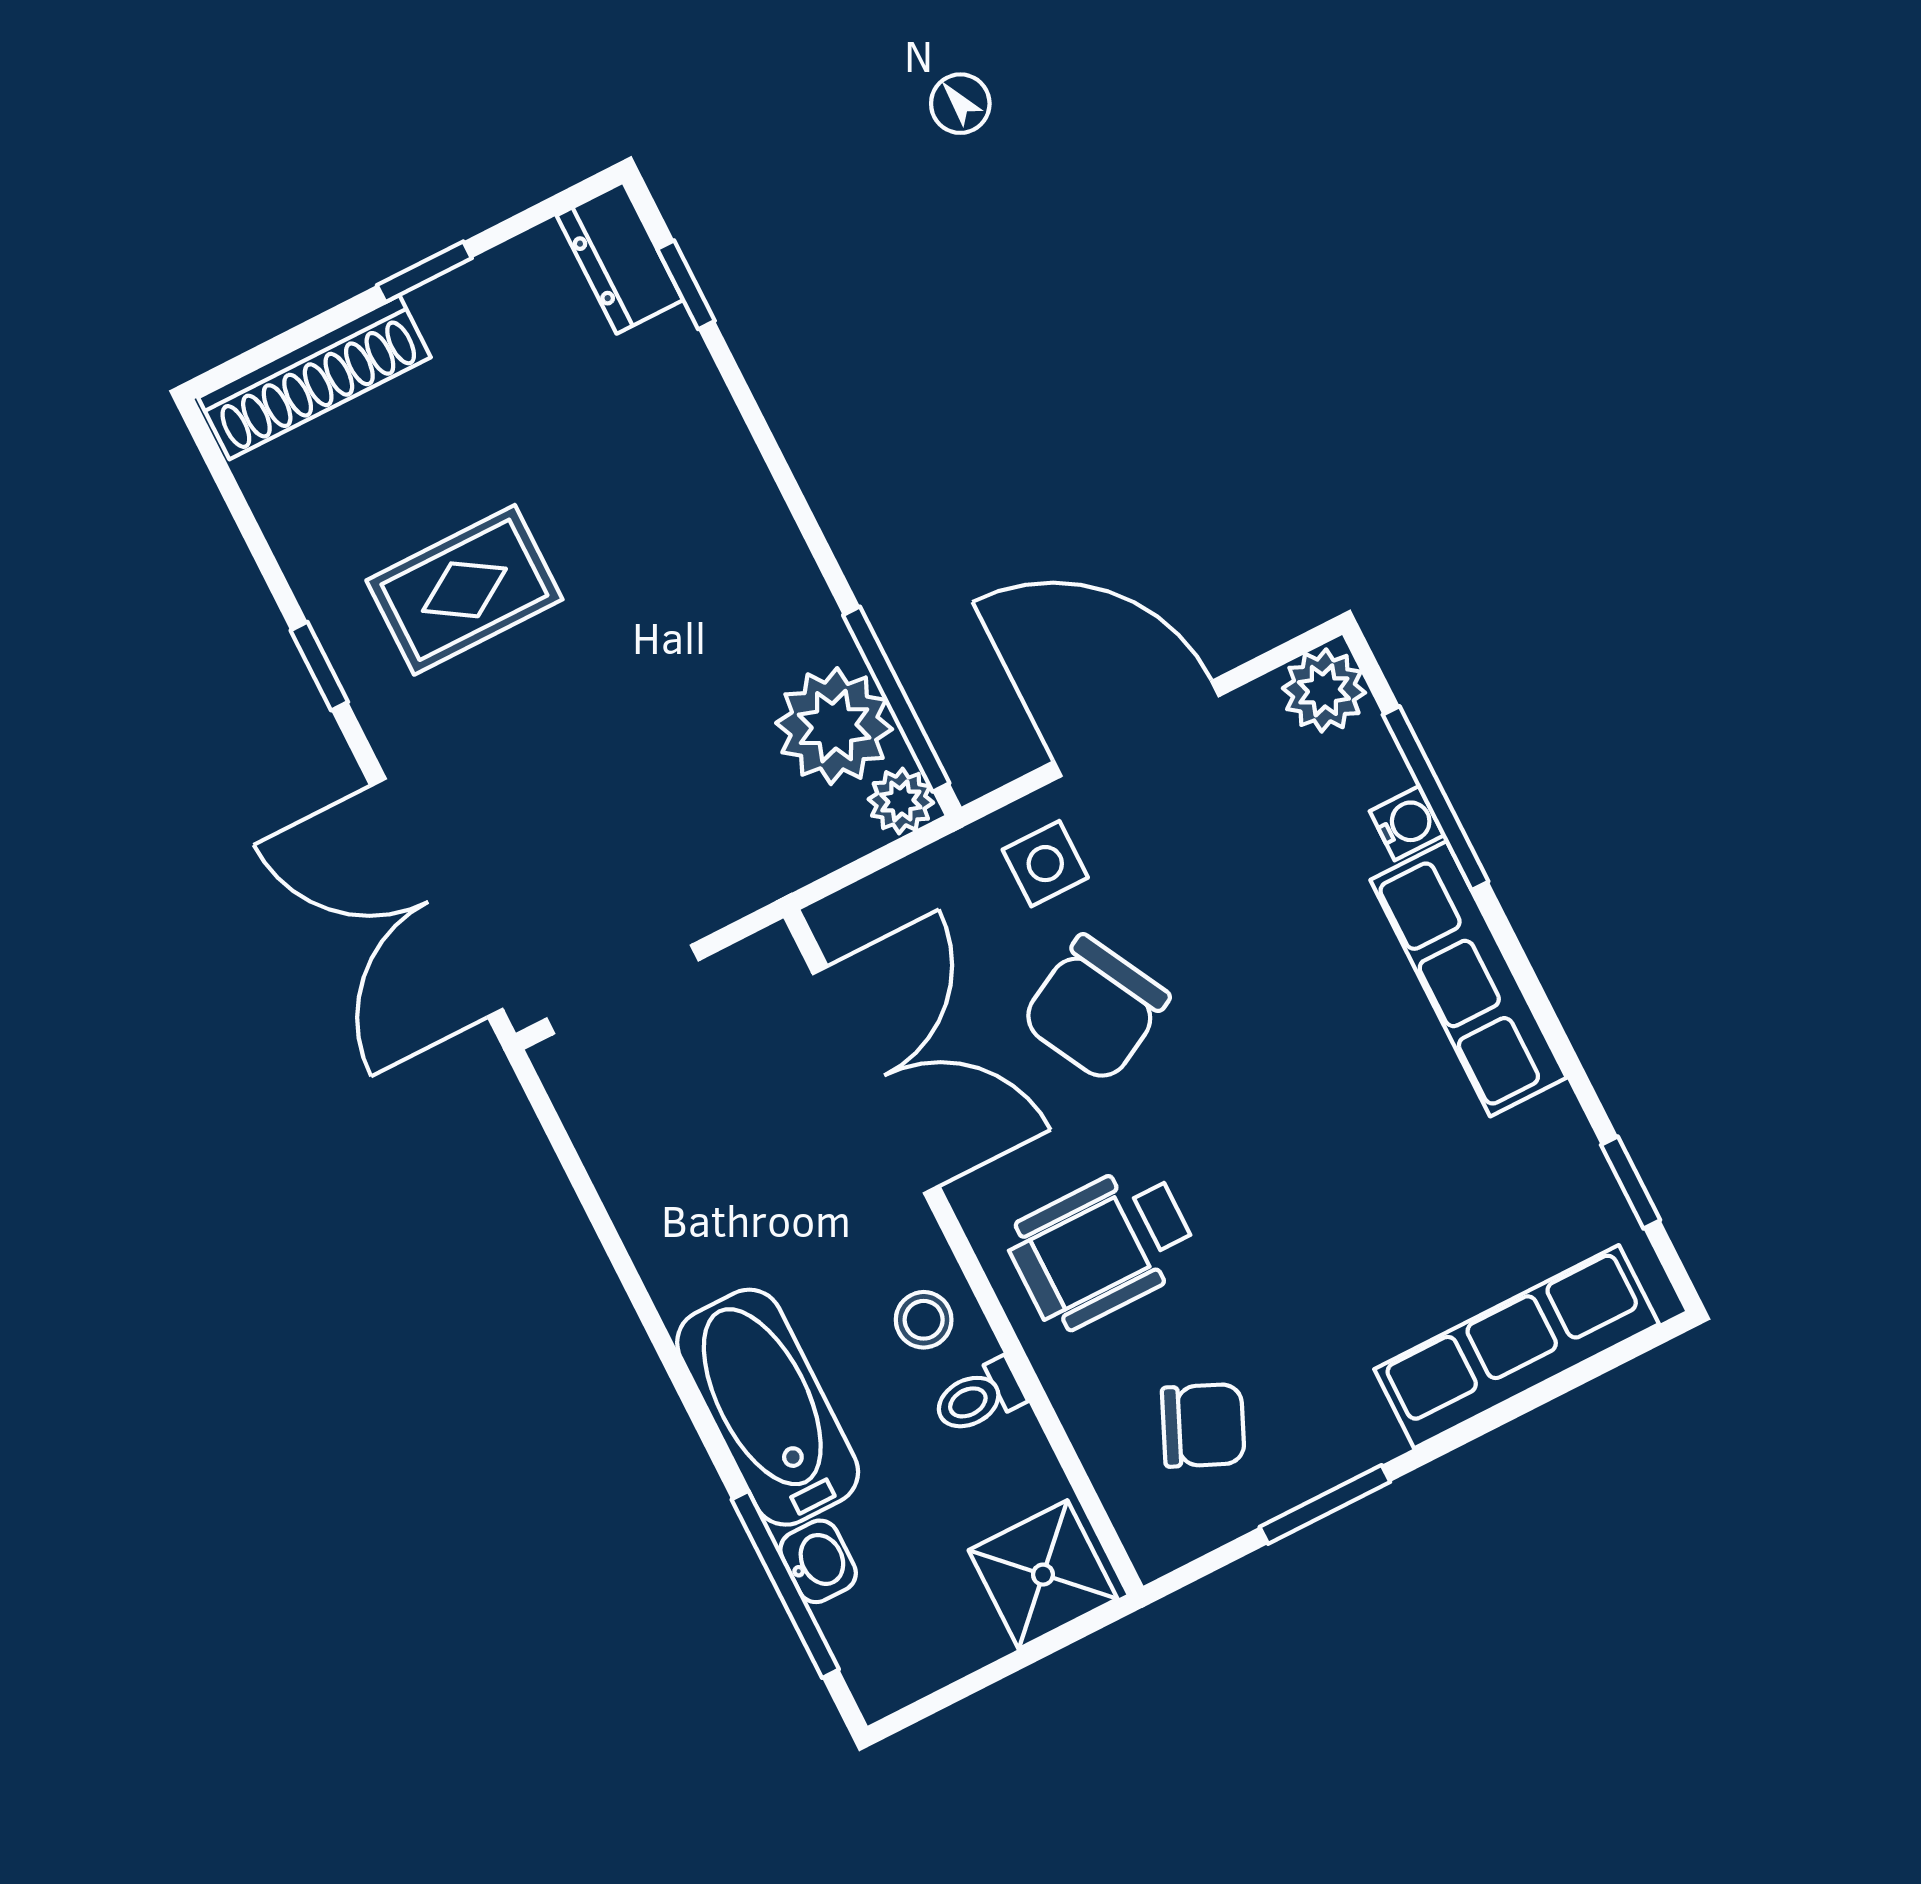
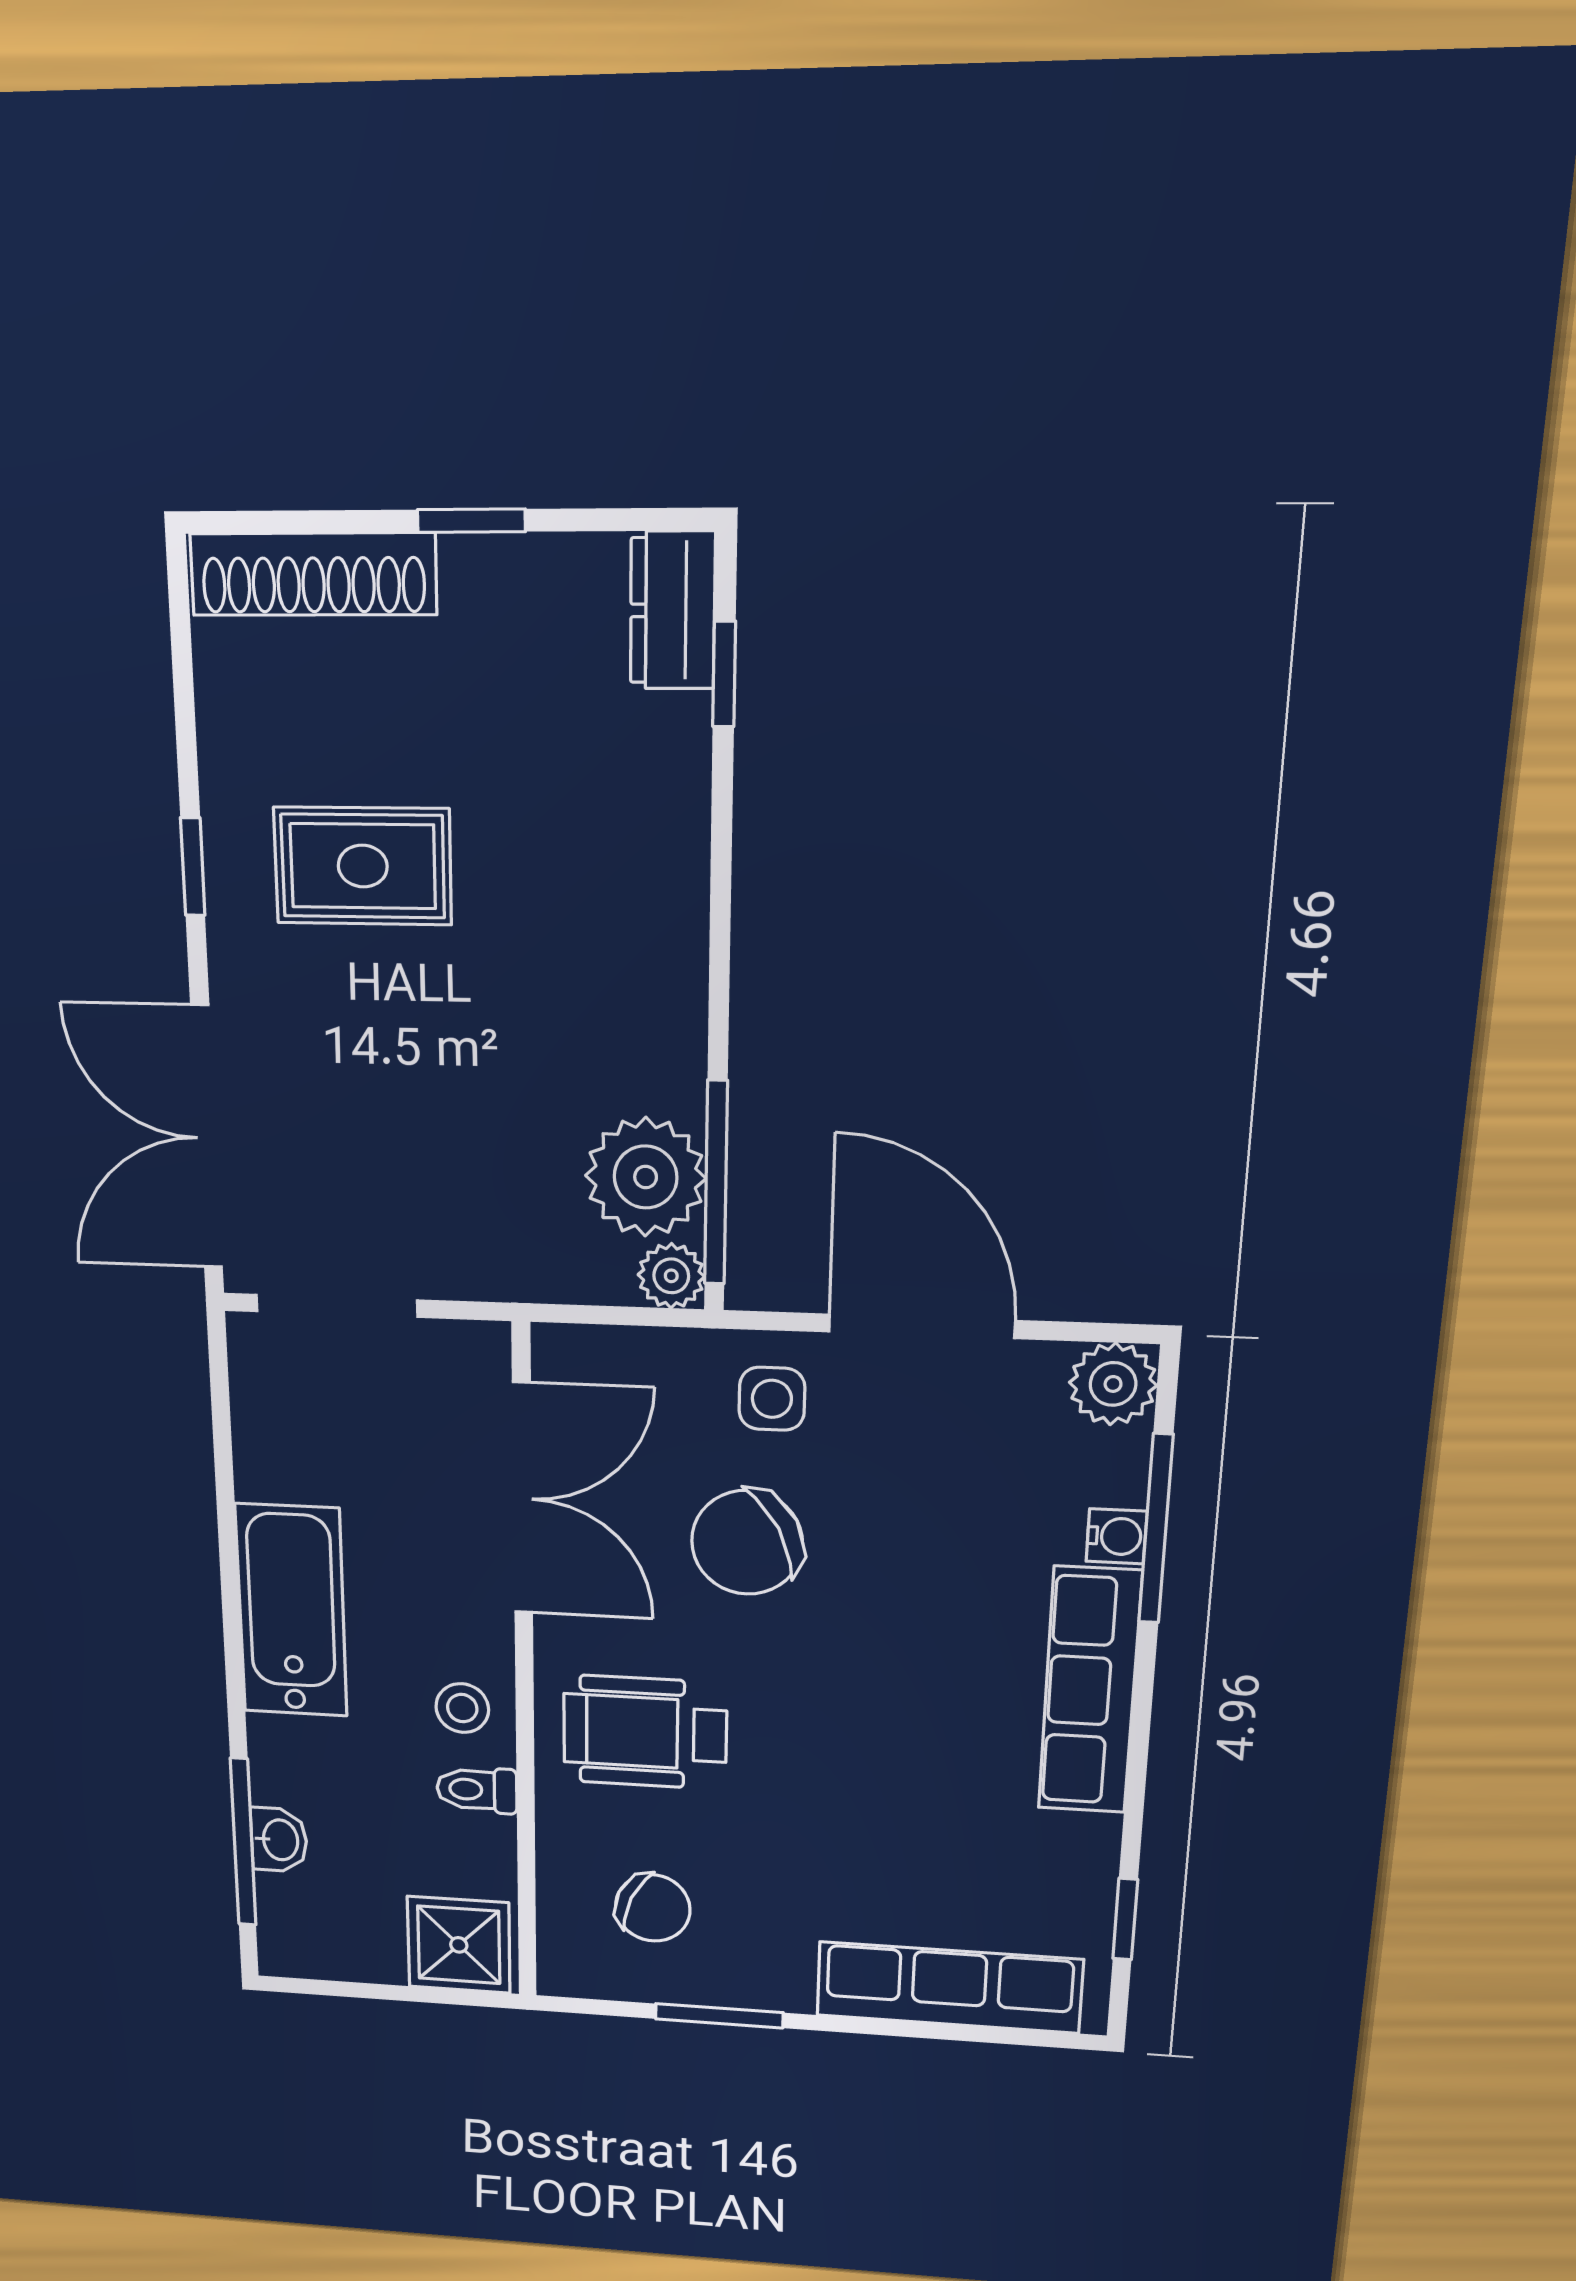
bathtub: (768, 1407) -> (291, 1611), moved

